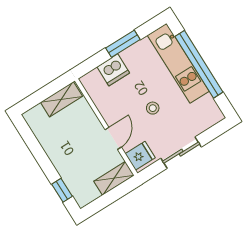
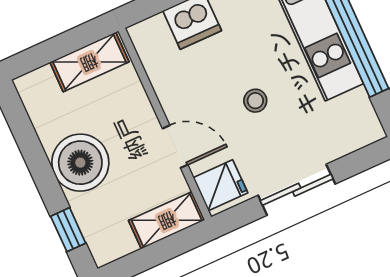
door: (113, 138) -> (175, 147), hinge flipped
boiler: (64, 154) -> (80, 163), added

